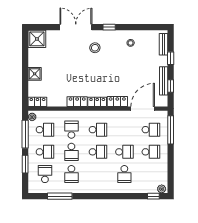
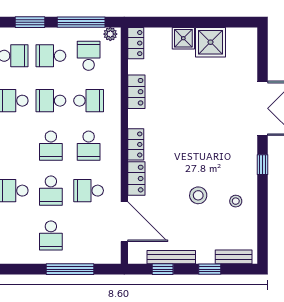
shower: (37, 39) -> (211, 42), moved
stool: (95, 48) -> (198, 195), moved
locker: (77, 102) -> (136, 92), moved
school desk: (45, 130) -> (89, 56), turned 180
school desk: (151, 130) -> (89, 191), moved, turned 90
window: (171, 130) -> (70, 269), moved
school desk: (45, 152) -> (51, 56), turned 90

